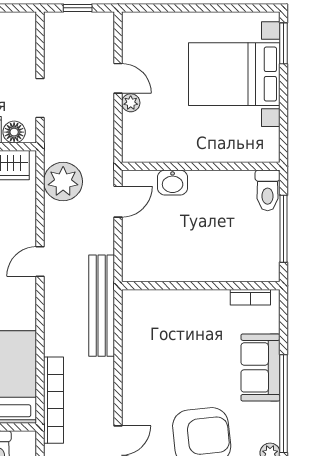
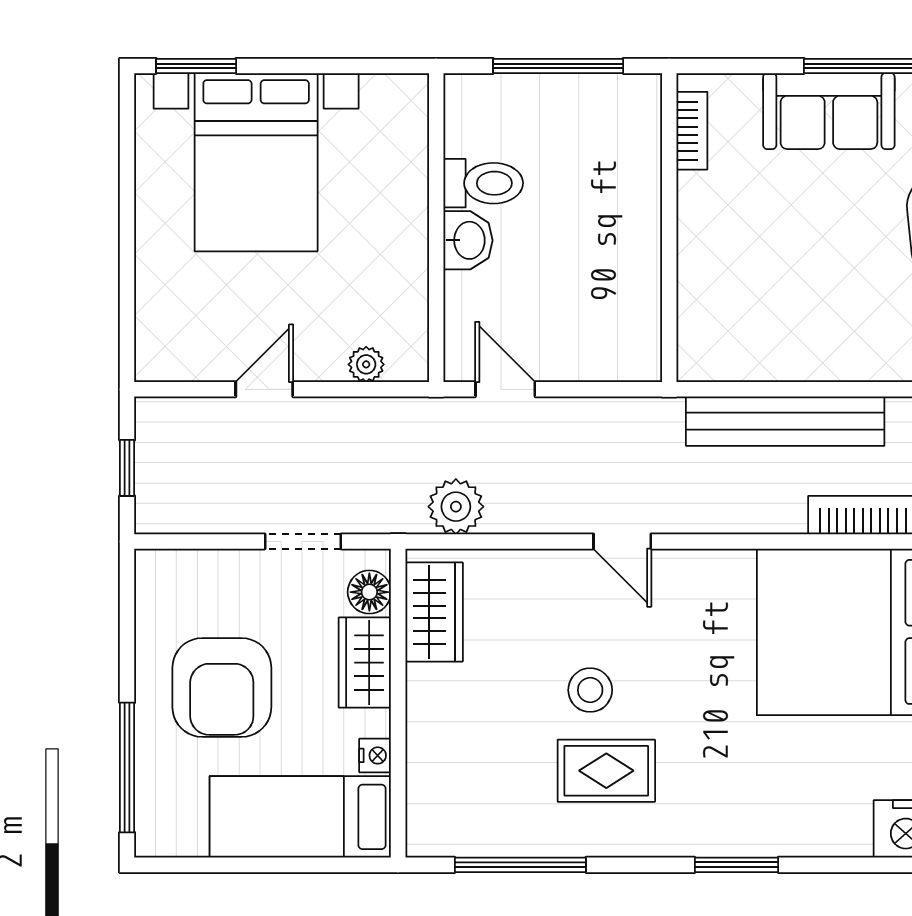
plant: (131, 103) -> (366, 364), moved
plant: (63, 182) -> (456, 507), width x0.73, depth x0.73
washbasin: (173, 183) -> (468, 240), moved
toilet: (268, 190) -> (483, 183), moved
bench: (102, 306) -> (785, 421), moved

